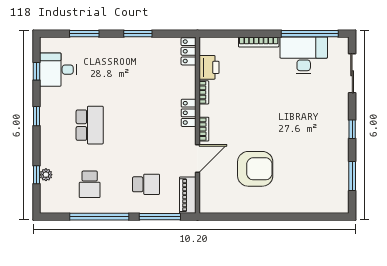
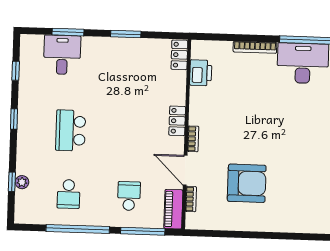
desk: (58, 70) -> (62, 55), moved, turned 90
bookcase: (204, 92) -> (191, 199), moved
school desk: (90, 125) -> (71, 130), turned 180
door: (197, 159) -> (185, 170), swing flipped
school desk: (146, 184) -> (129, 196), turned -90

